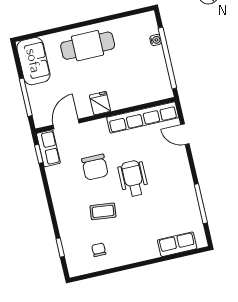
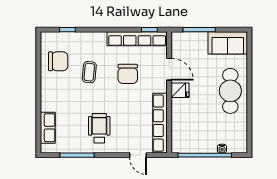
door: (66, 124) -> (169, 69), moved
door: (185, 134) -> (138, 155), swing flipped
row of seats: (48, 148) -> (137, 39), width x2.02
chair: (95, 167) -> (128, 74), turned -90
wheelchair: (133, 178) -> (99, 128), moved, turned -90
chair: (99, 250) -> (58, 61), width x1.87, depth x1.87

